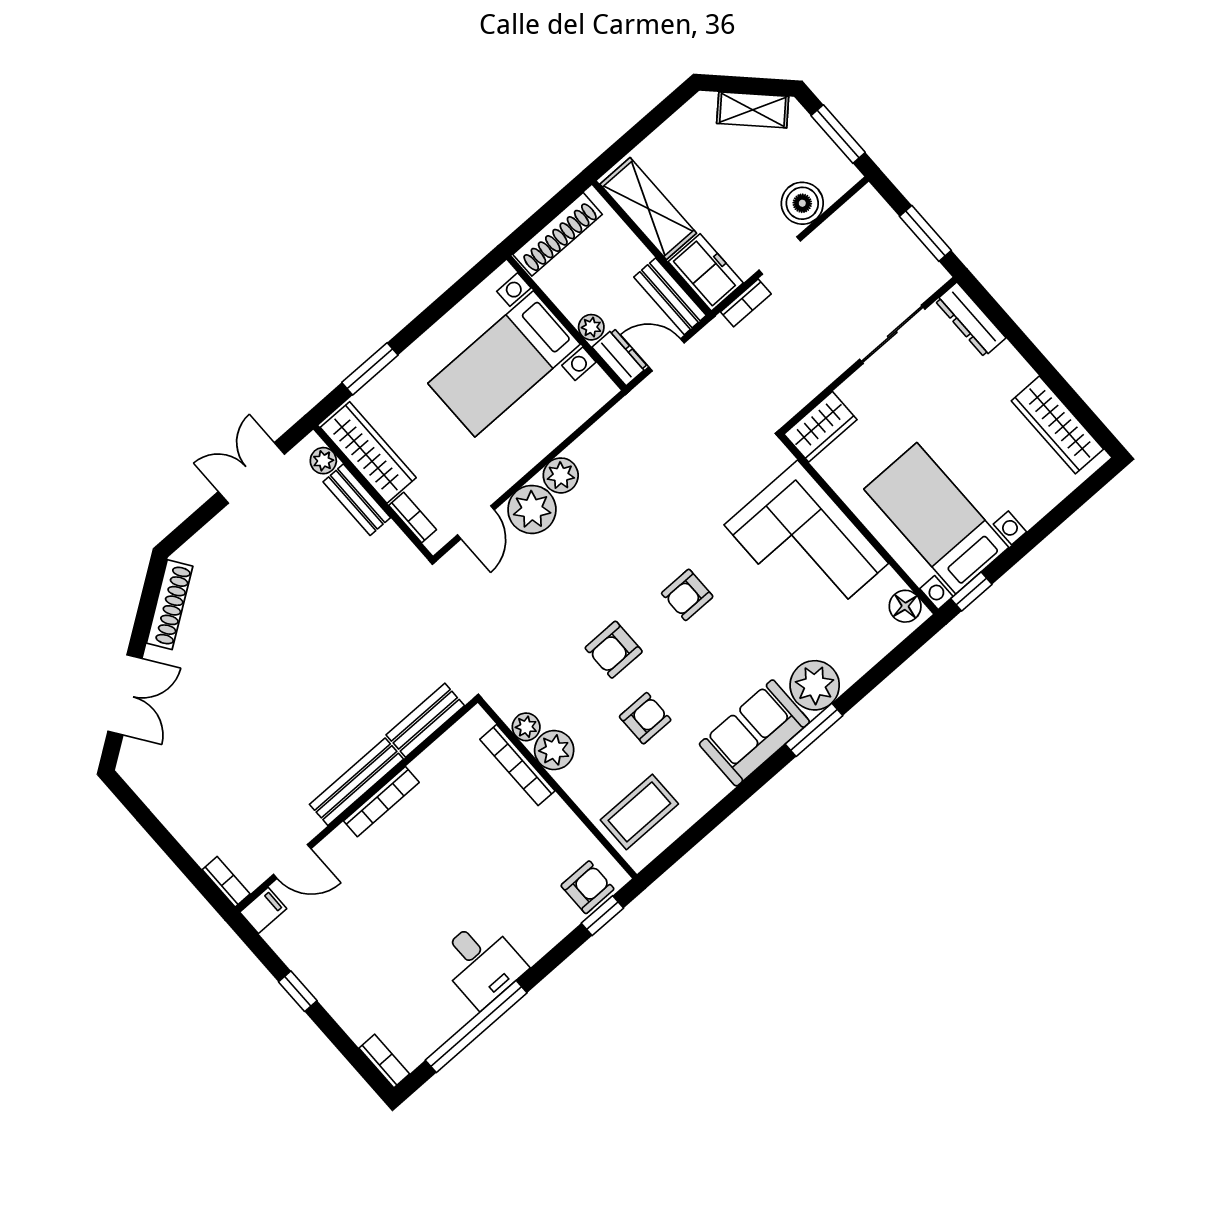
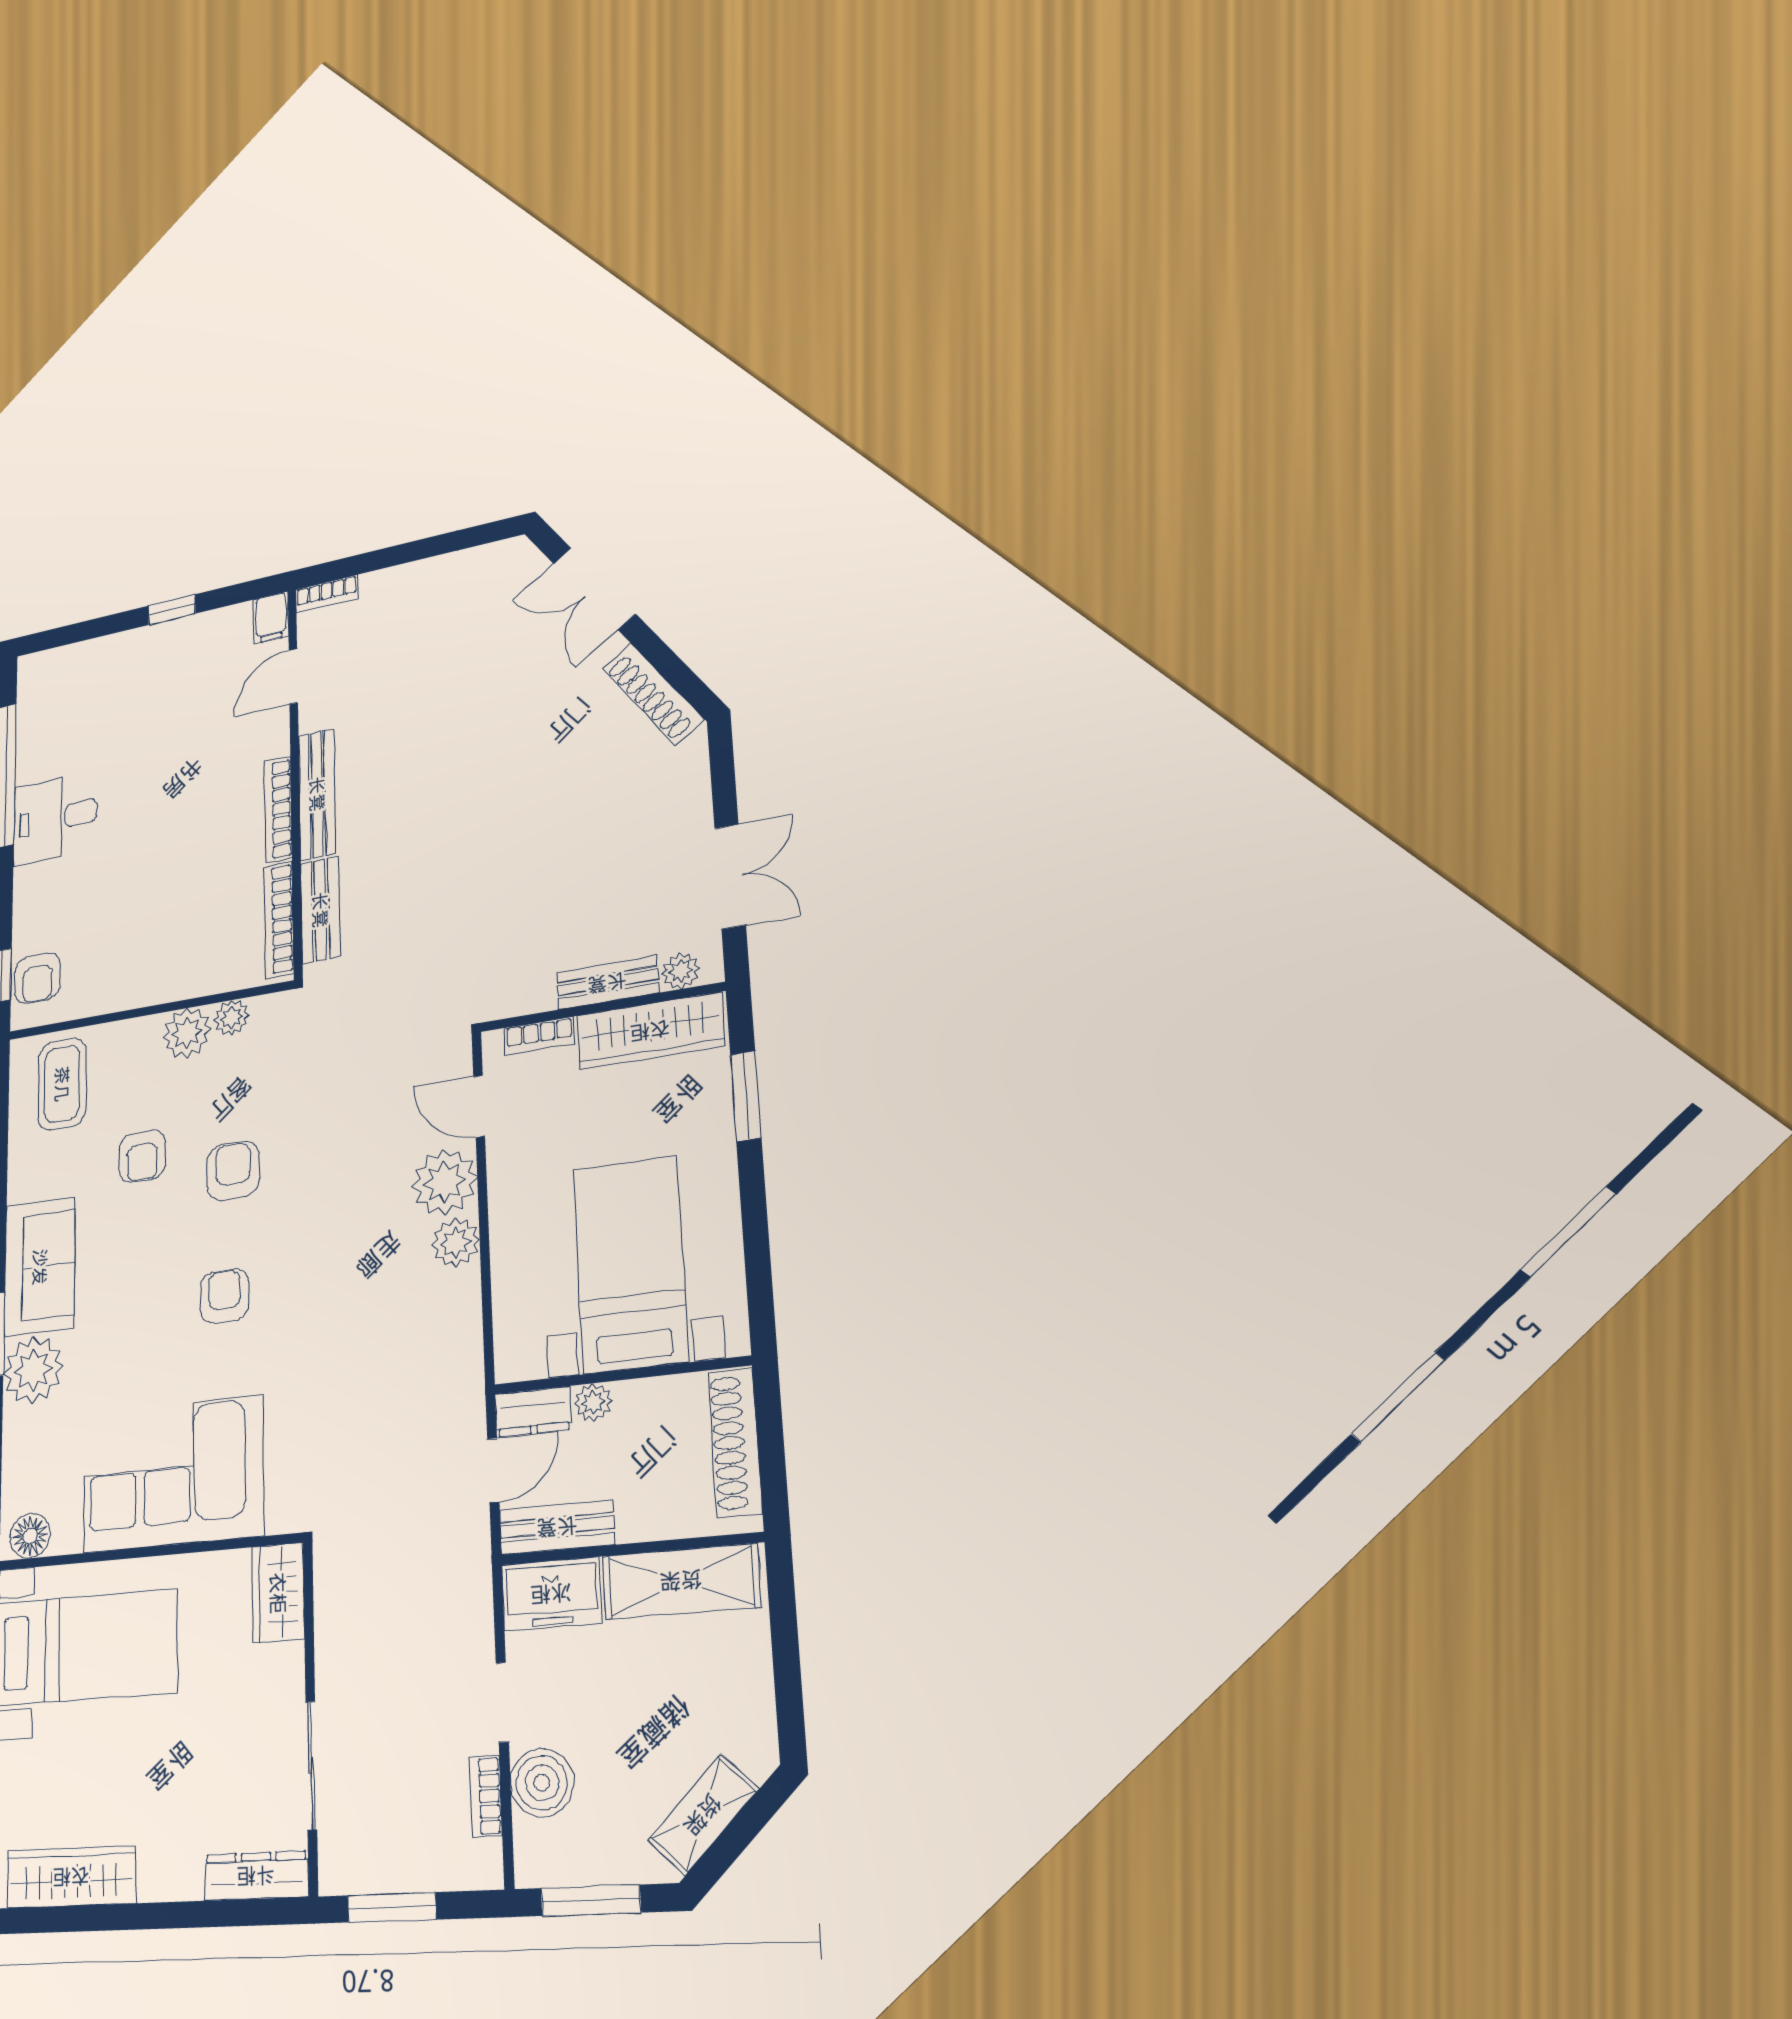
bookcase: (746, 303) -> (486, 1796), moved
bookcase: (517, 765) -> (279, 920), moved, turned -90
bookcase: (384, 1061) -> (47, 661), removed

